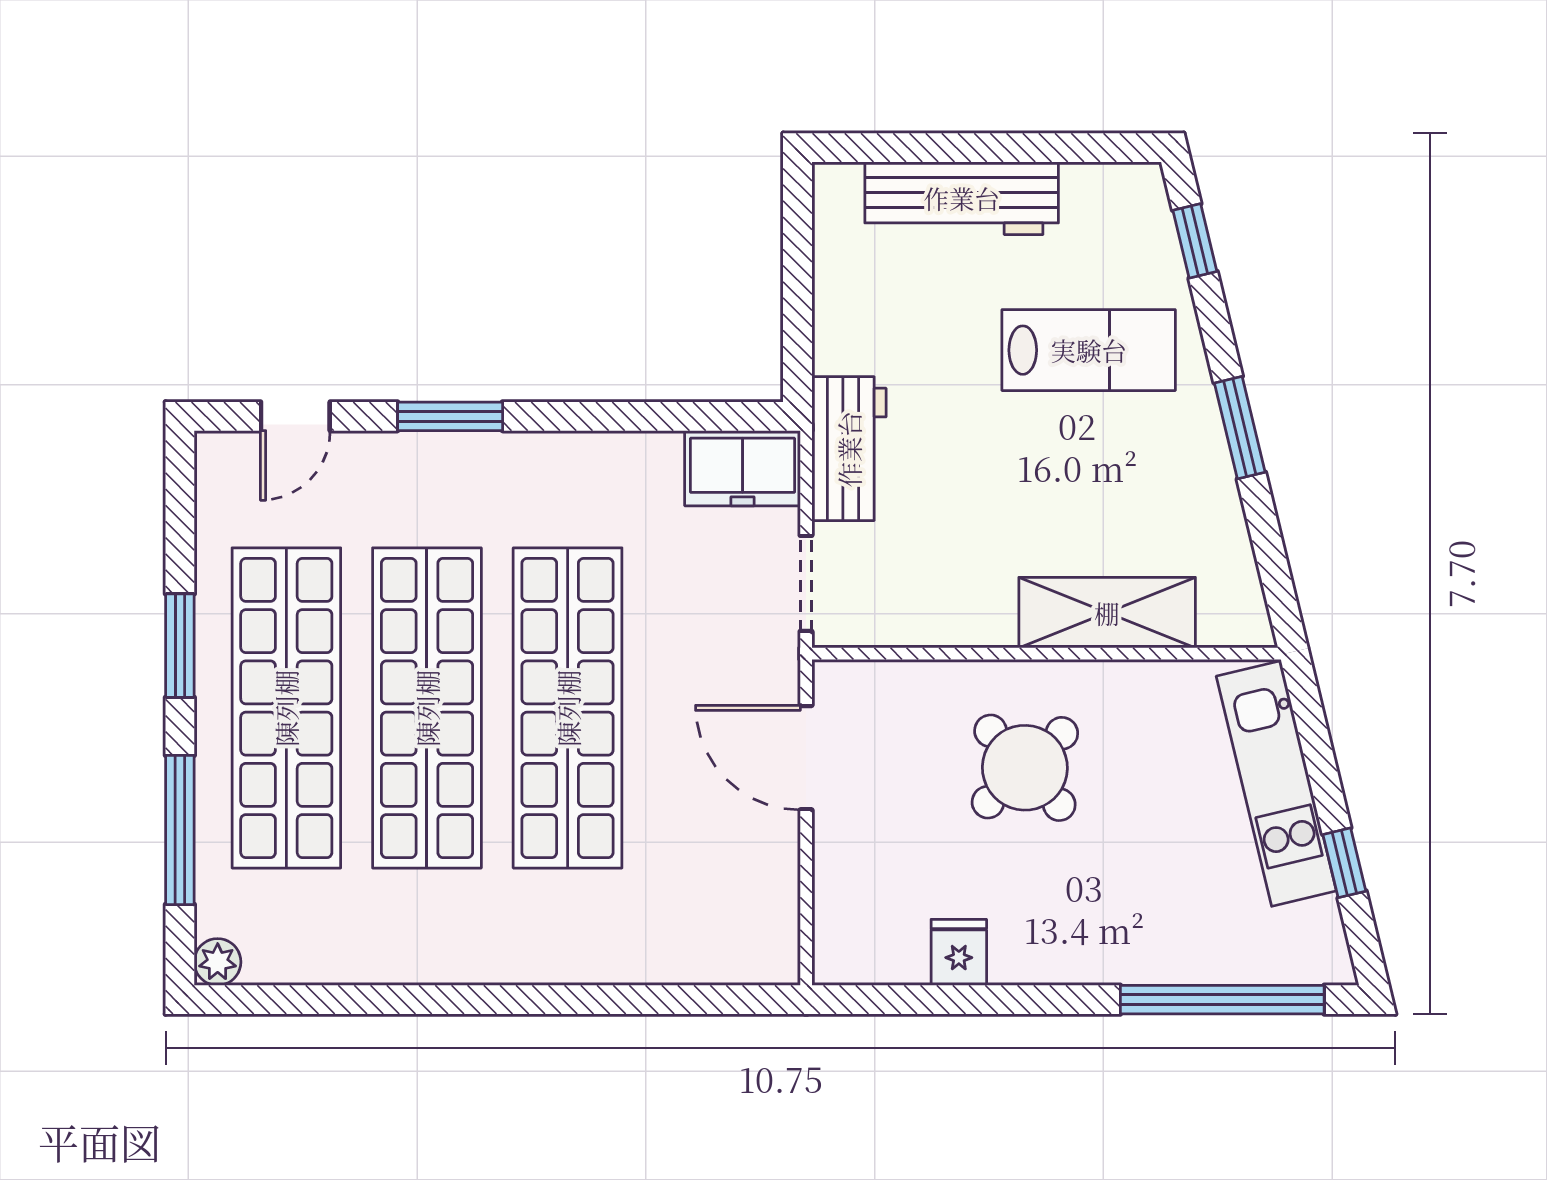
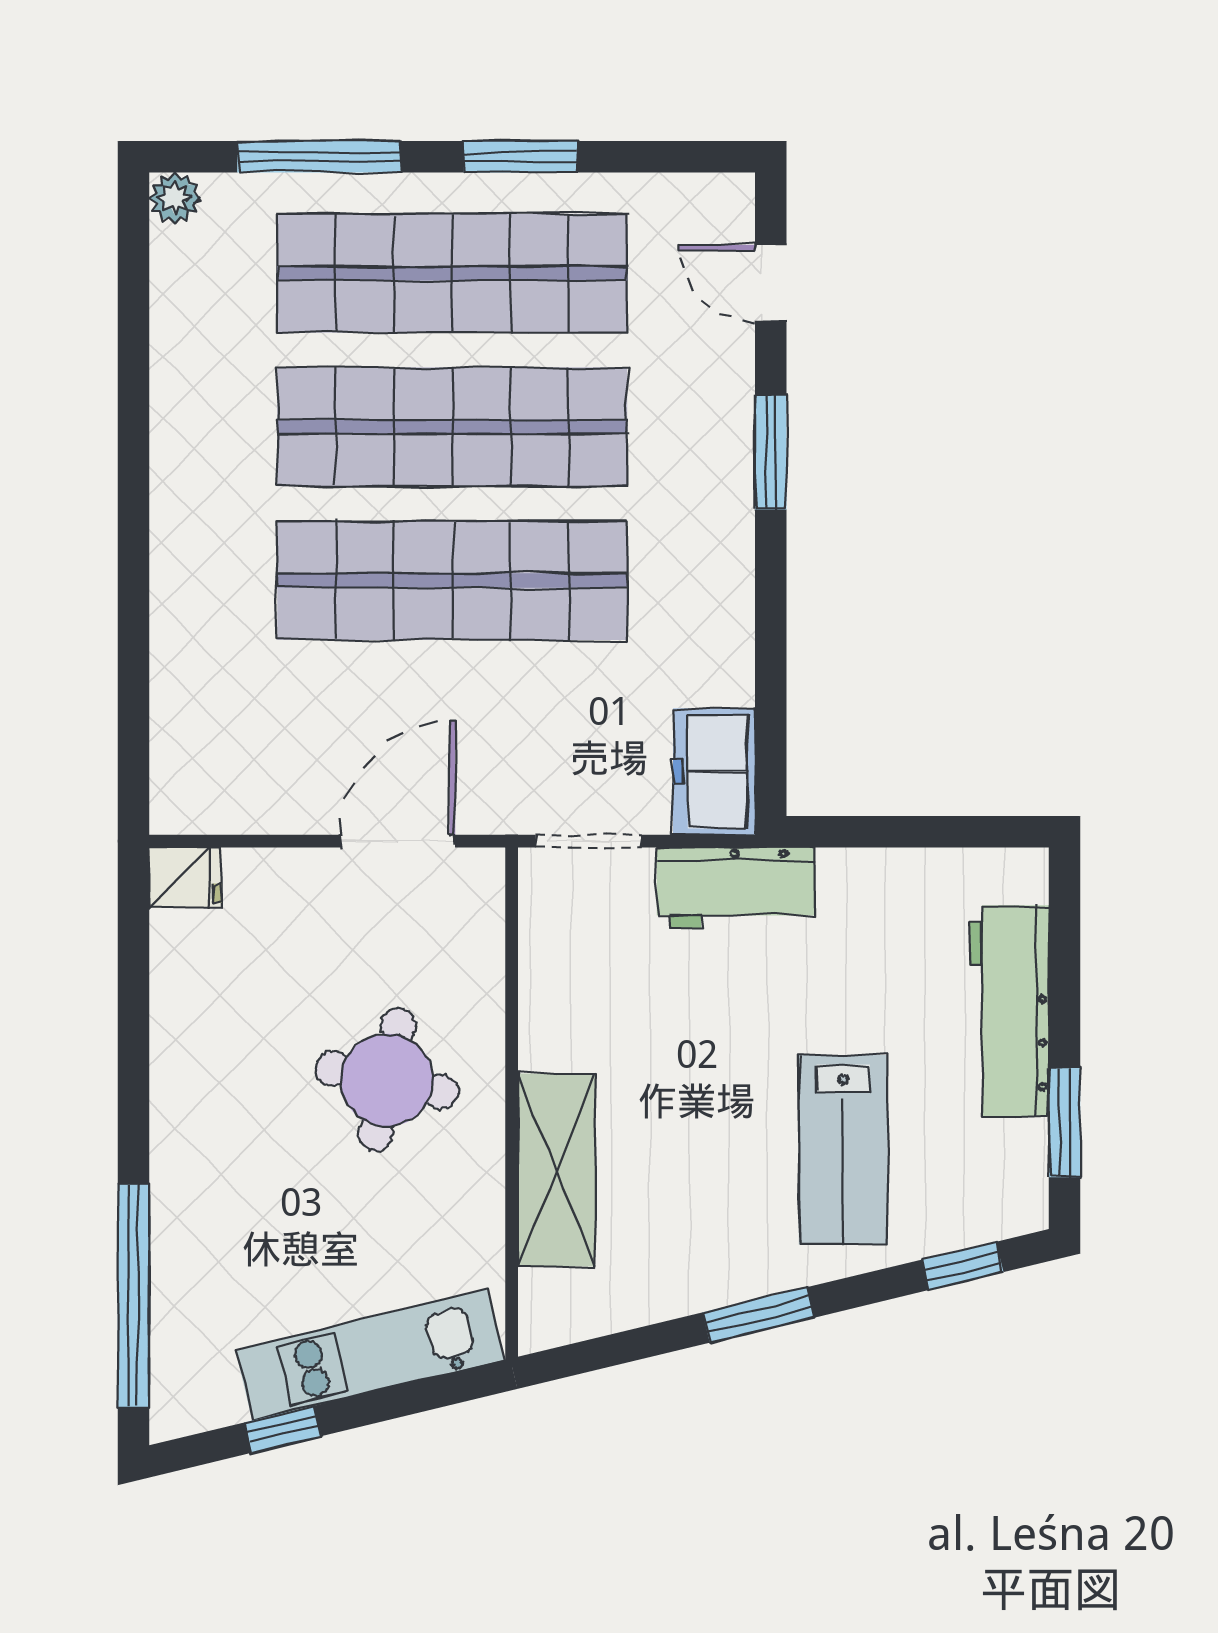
window: (1064, 148) -> (1065, 1123), added
round table: (1025, 768) -> (387, 1080), turned -35
fridge: (959, 952) -> (185, 878), moved

